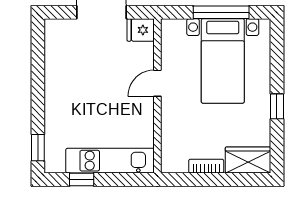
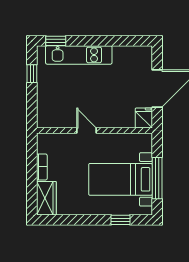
door: (157, 83) -> (87, 130), moved
window: (277, 106) -> (120, 220), moved
kitchen unit: (110, 161) -> (79, 55), moved, turned 90

